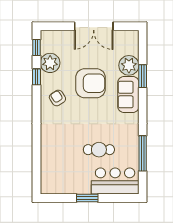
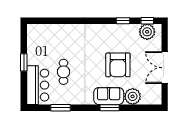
plant: (50, 63) -> (147, 32), moved
window: (143, 76) -> (110, 108), moved
armchair: (57, 98) -> (106, 38), removed
window: (143, 153) -> (60, 108), width x0.69

